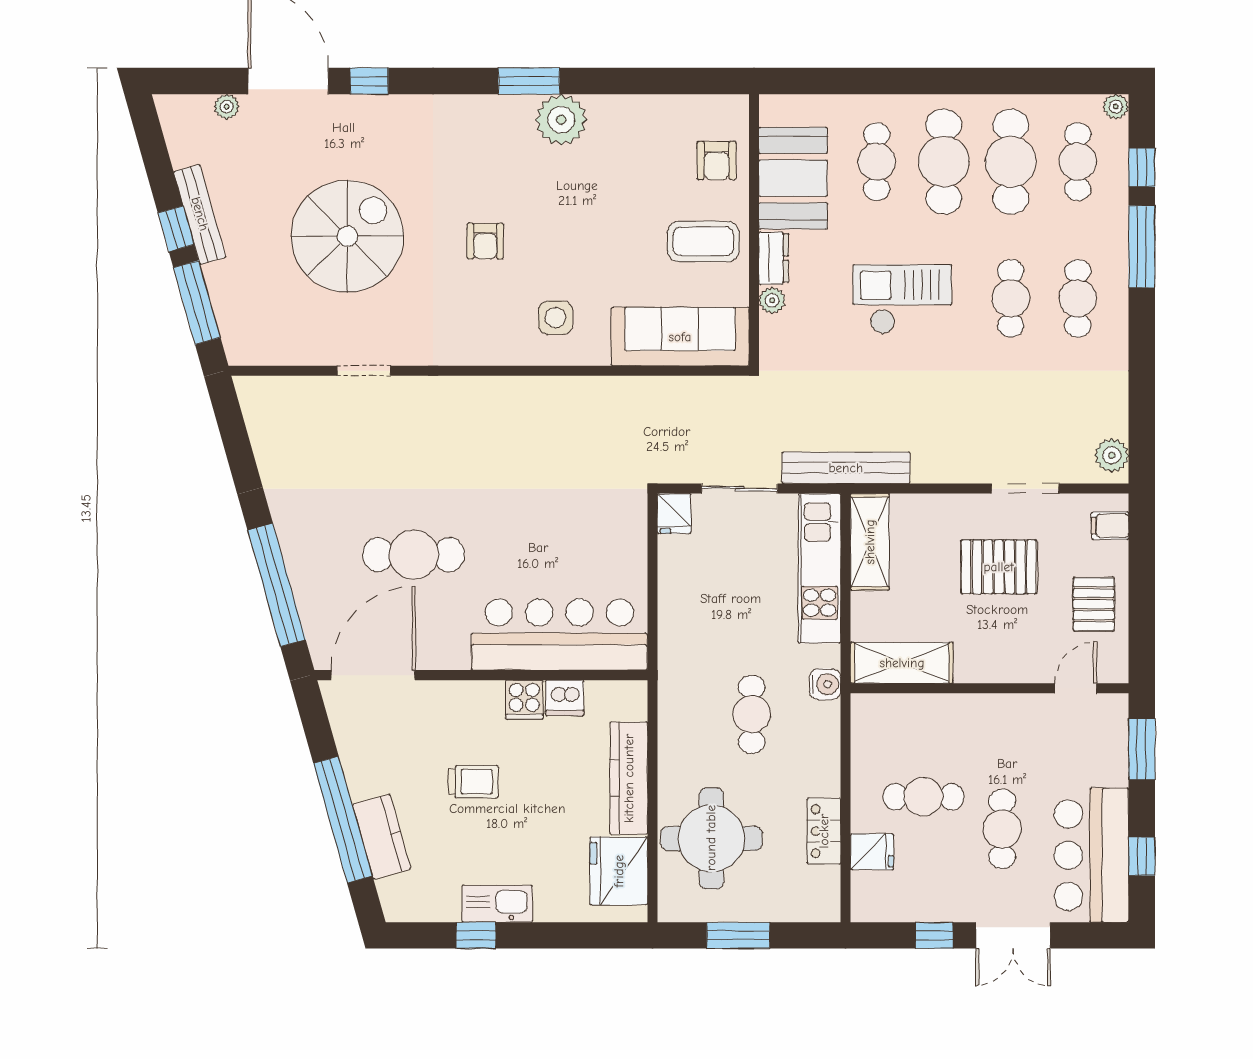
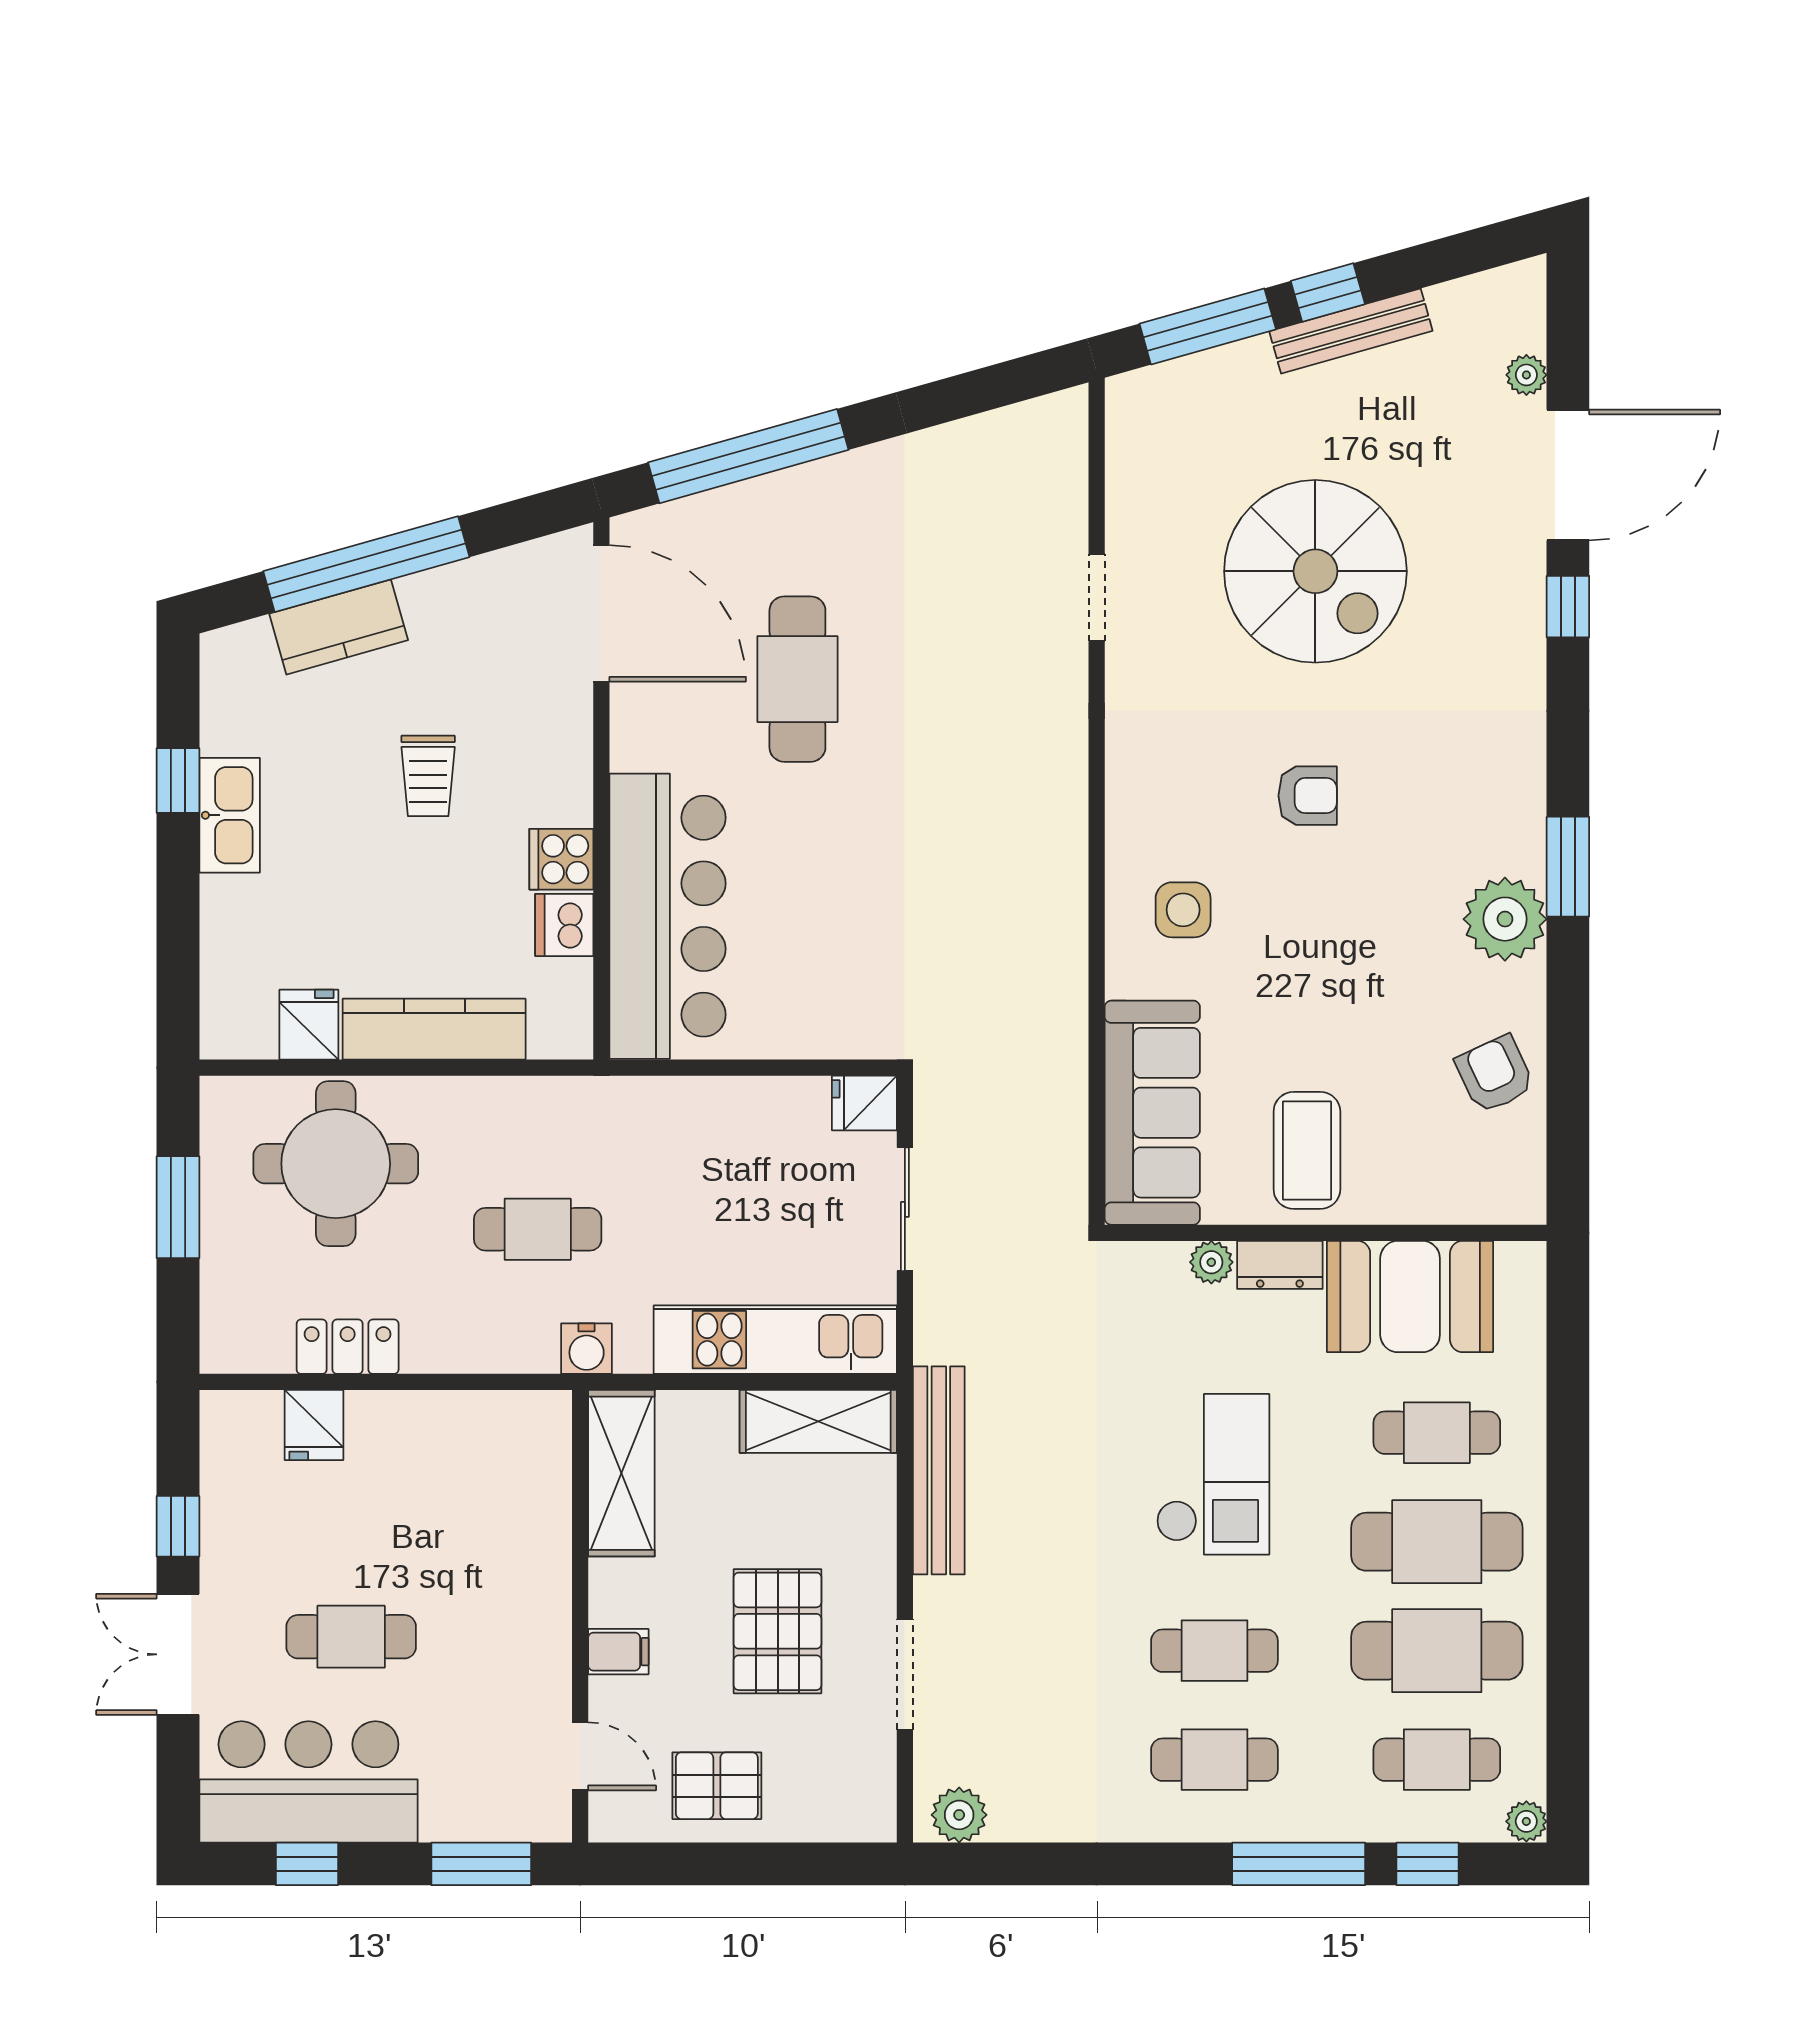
armchair: (717, 161) -> (1495, 1074), moved, turned 65
armchair: (485, 241) -> (1308, 796), turned 180
bench: (846, 468) -> (939, 1470), moved
filing cabinet: (1110, 526) -> (618, 1652), moved, turned 90
cafe table: (923, 797) -> (404, 1509), removed
fridge: (619, 871) -> (309, 1025), width x0.53, depth x0.75

